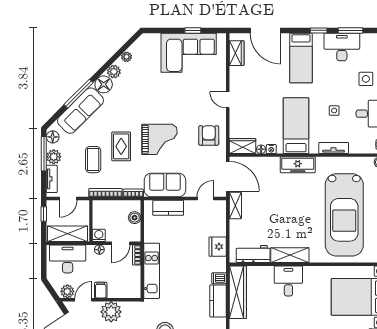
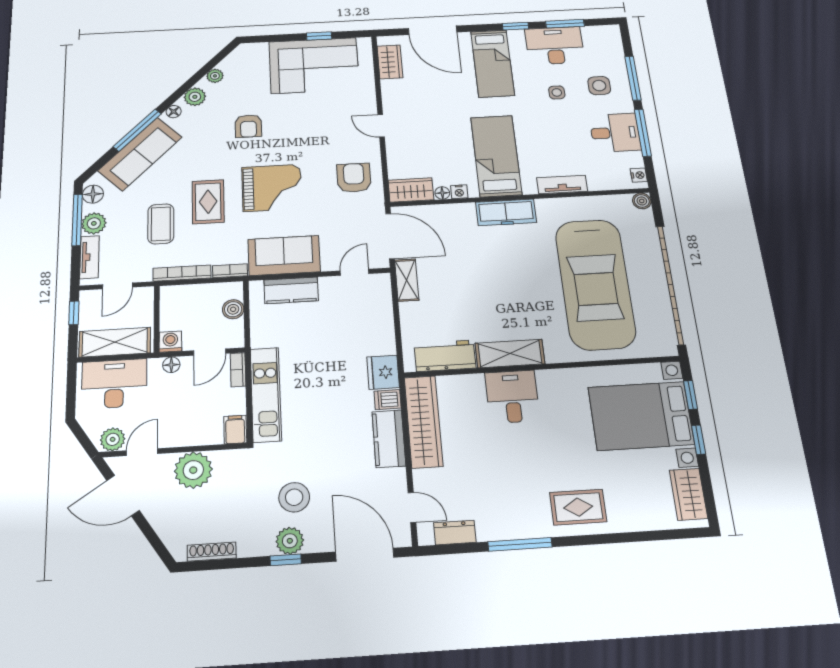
floor lamp: (104, 84) -> (174, 112), width x0.53, depth x0.53
armchair: (146, 95) -> (248, 126), added
side table: (334, 111) -> (557, 92), moved
fridge: (218, 247) -> (383, 372), moved
filing cabinet: (101, 290) -> (235, 430), moved

